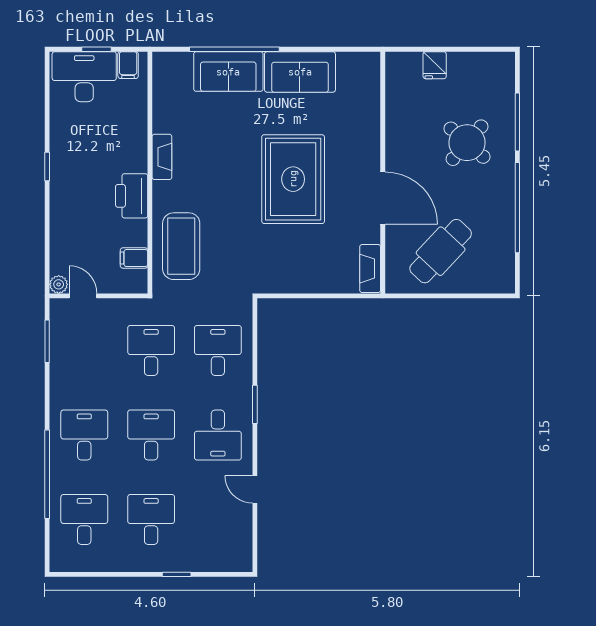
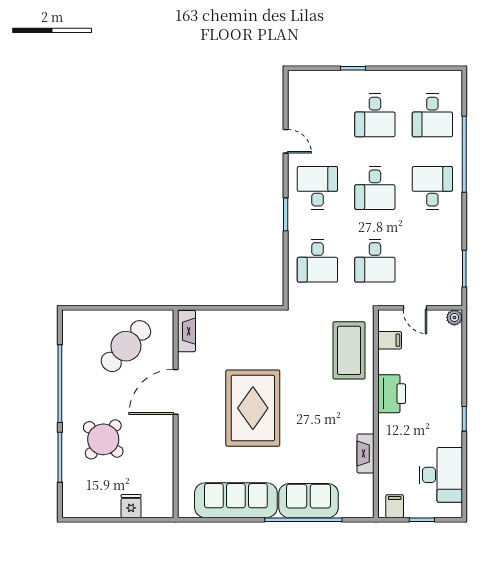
sofa: (300, 72) -> (236, 500), width x1.36
desk: (84, 77) -> (441, 475), moved, turned -90
fireplace: (162, 157) -> (366, 453), moved
door: (383, 198) -> (176, 392), hinge flipped
door: (83, 296) -> (415, 308), moved
desk: (84, 435) -> (432, 188), turned 180

